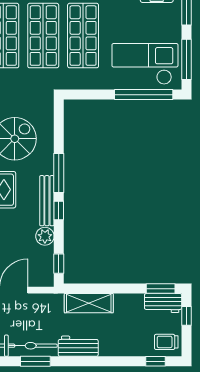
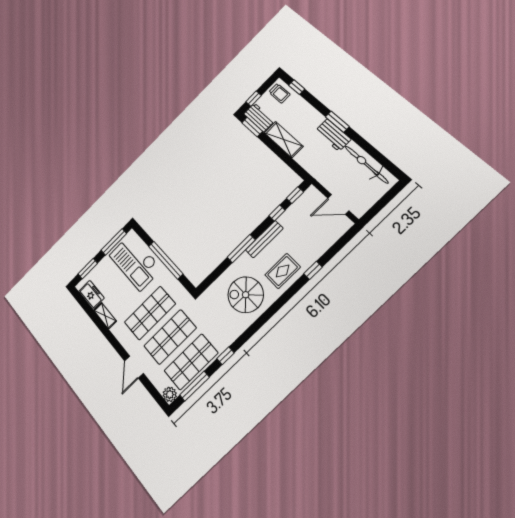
window: (144, 95) -> (166, 260), moved
window: (59, 211) -> (277, 213), moved
plant: (45, 236) -> (287, 219), removed
shelving: (89, 303) -> (284, 140), moved
window: (35, 361) -> (337, 122), moved

